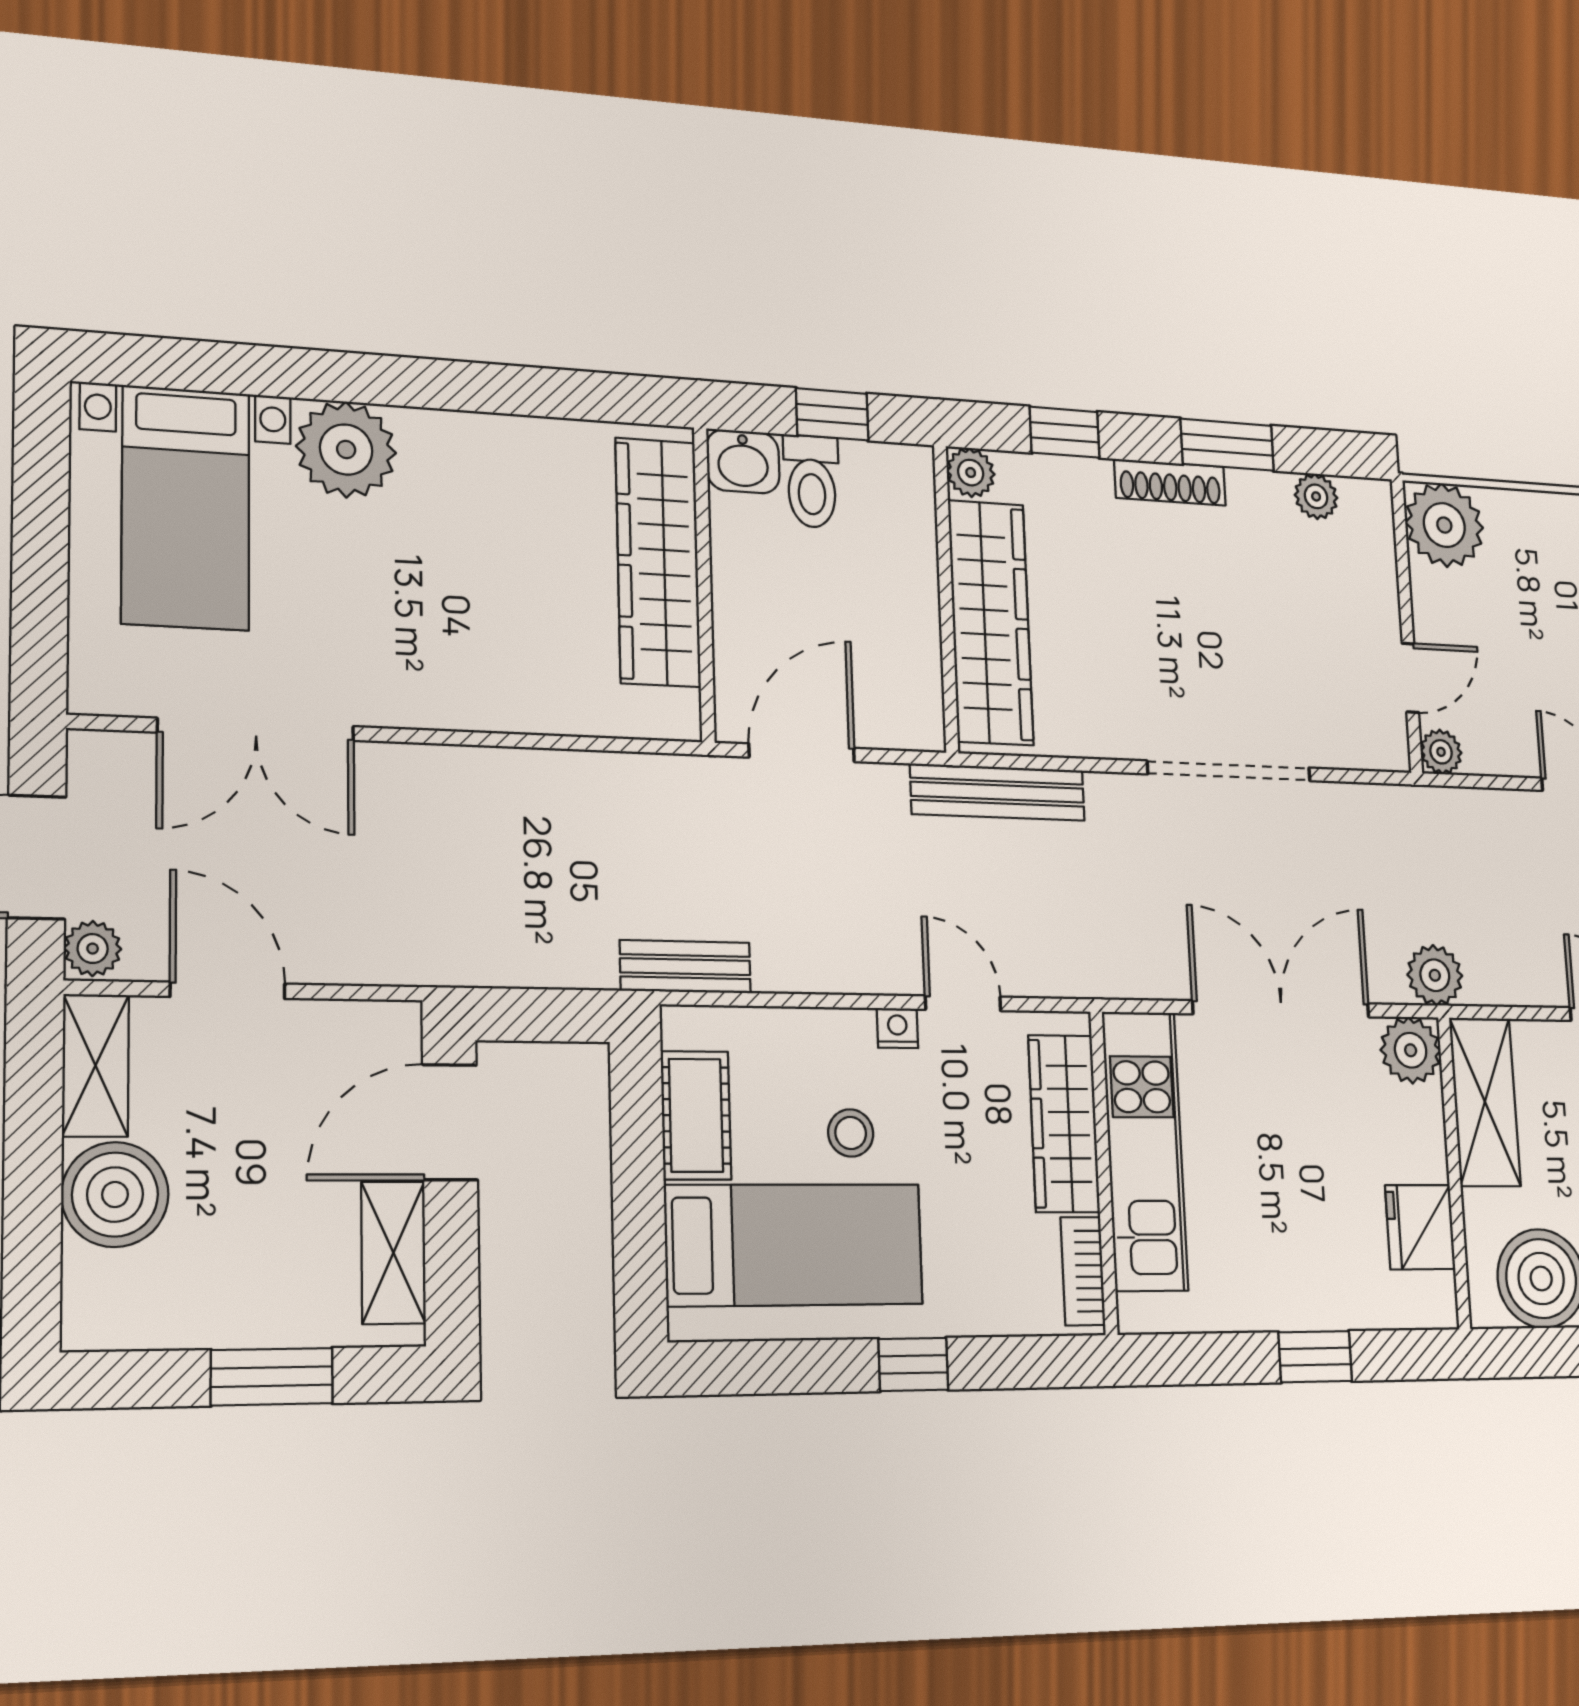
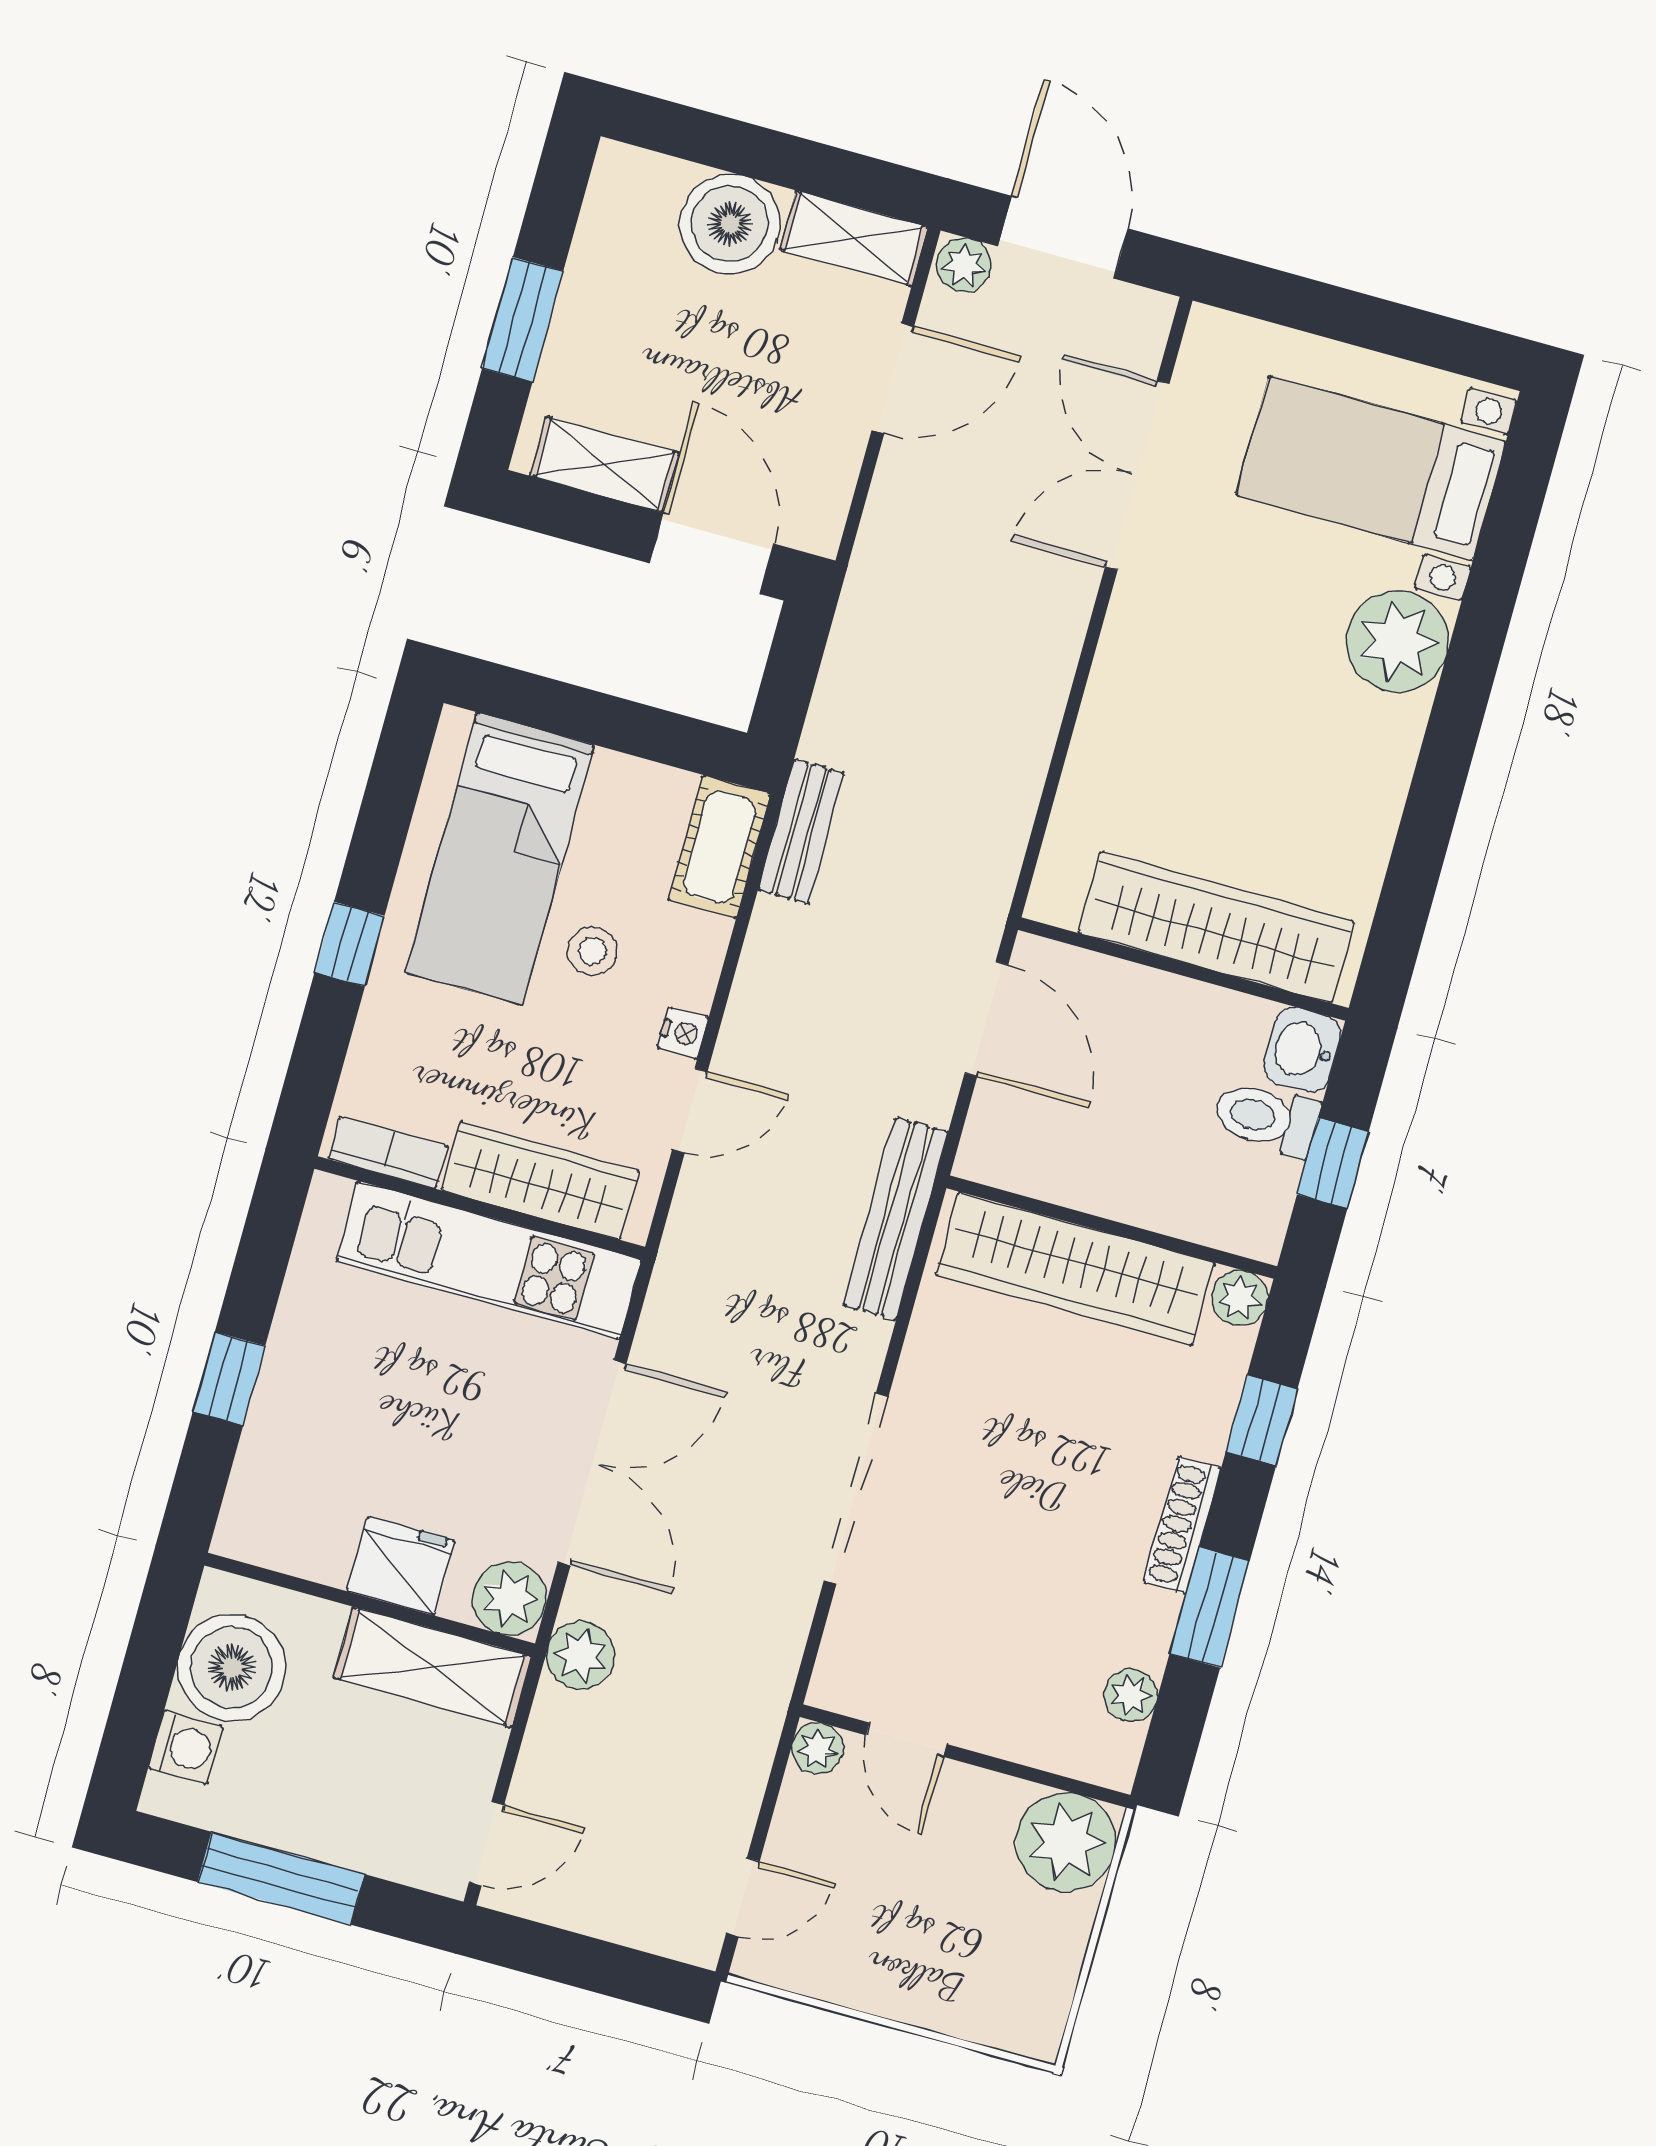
cot: (696, 1115) -> (719, 847), moved, turned 90
fridge: (1420, 1227) -> (401, 1566), moved

